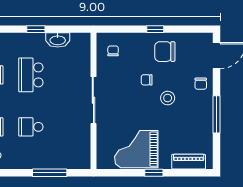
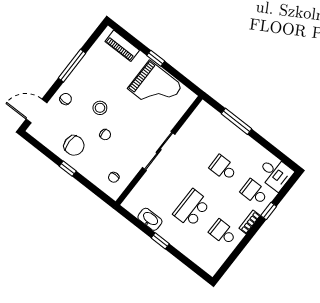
school desk: (31, 75) -> (192, 208), turned 180
school desk: (31, 127) -> (223, 168), turned 180

